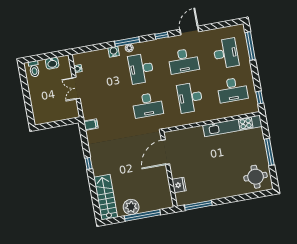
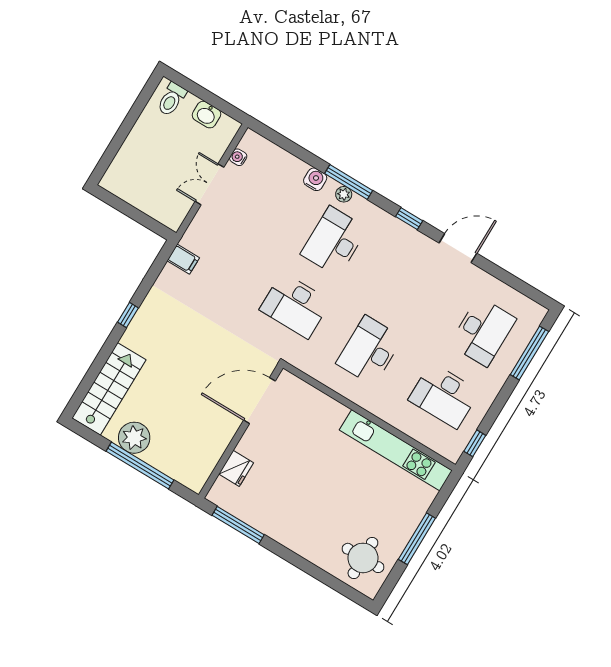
desk: (183, 61) -> (408, 286), removed

